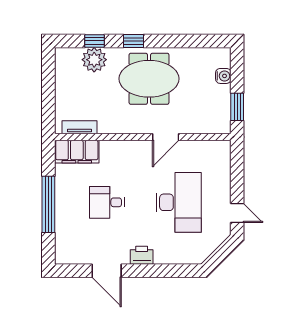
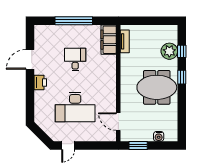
meeting table: (149, 79) -> (157, 87), turned 90
door: (166, 137) -> (118, 122), moved

